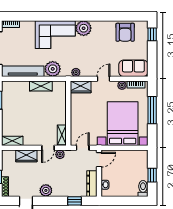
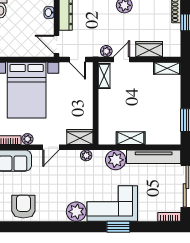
window: (50, 16) -> (118, 227), added
door: (83, 148) -> (77, 60), hinge flipped
door: (99, 160) -> (57, 44), hinge flipped

